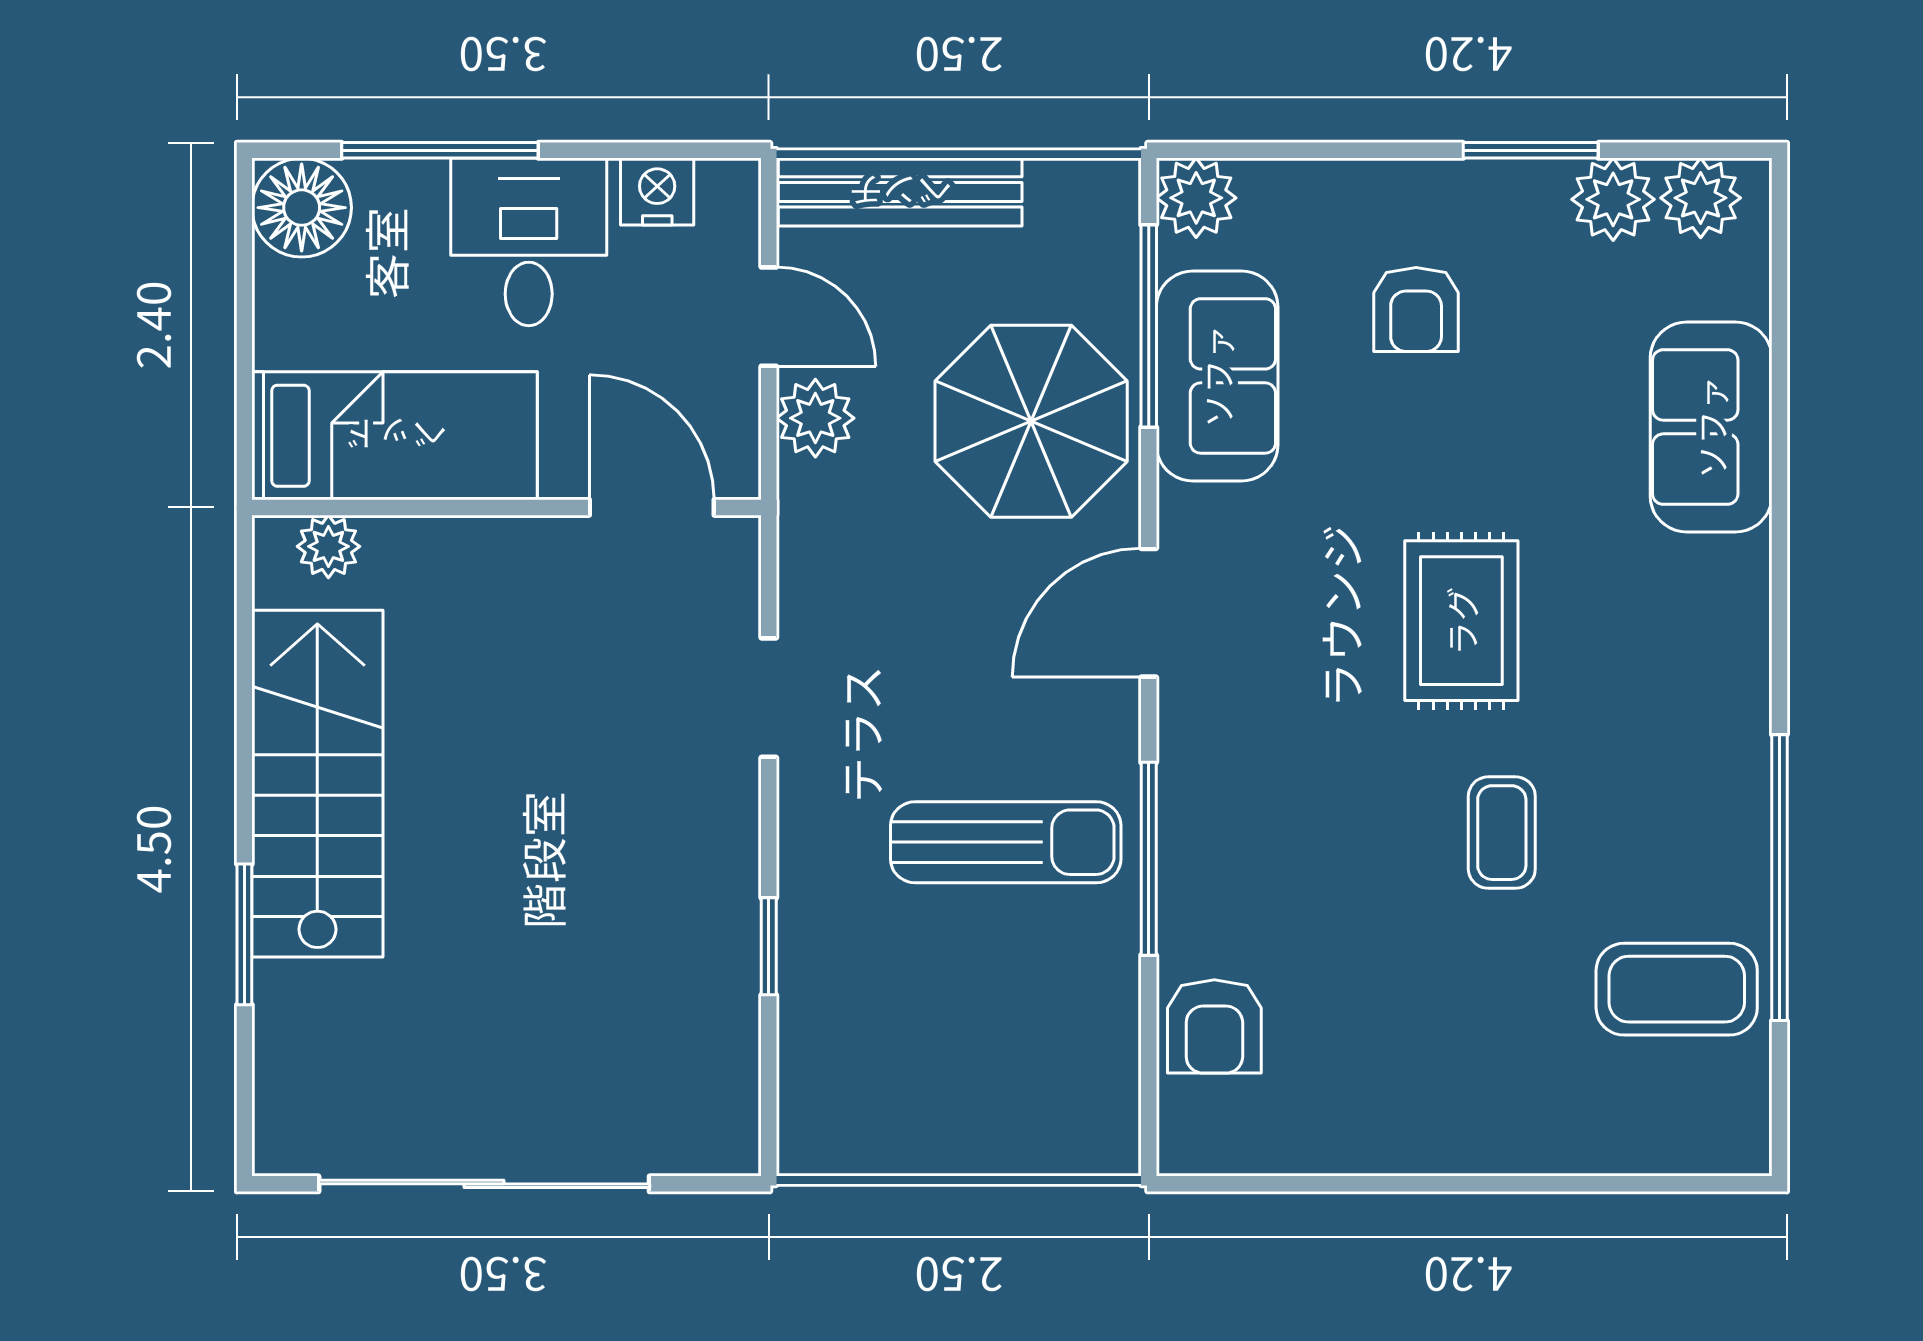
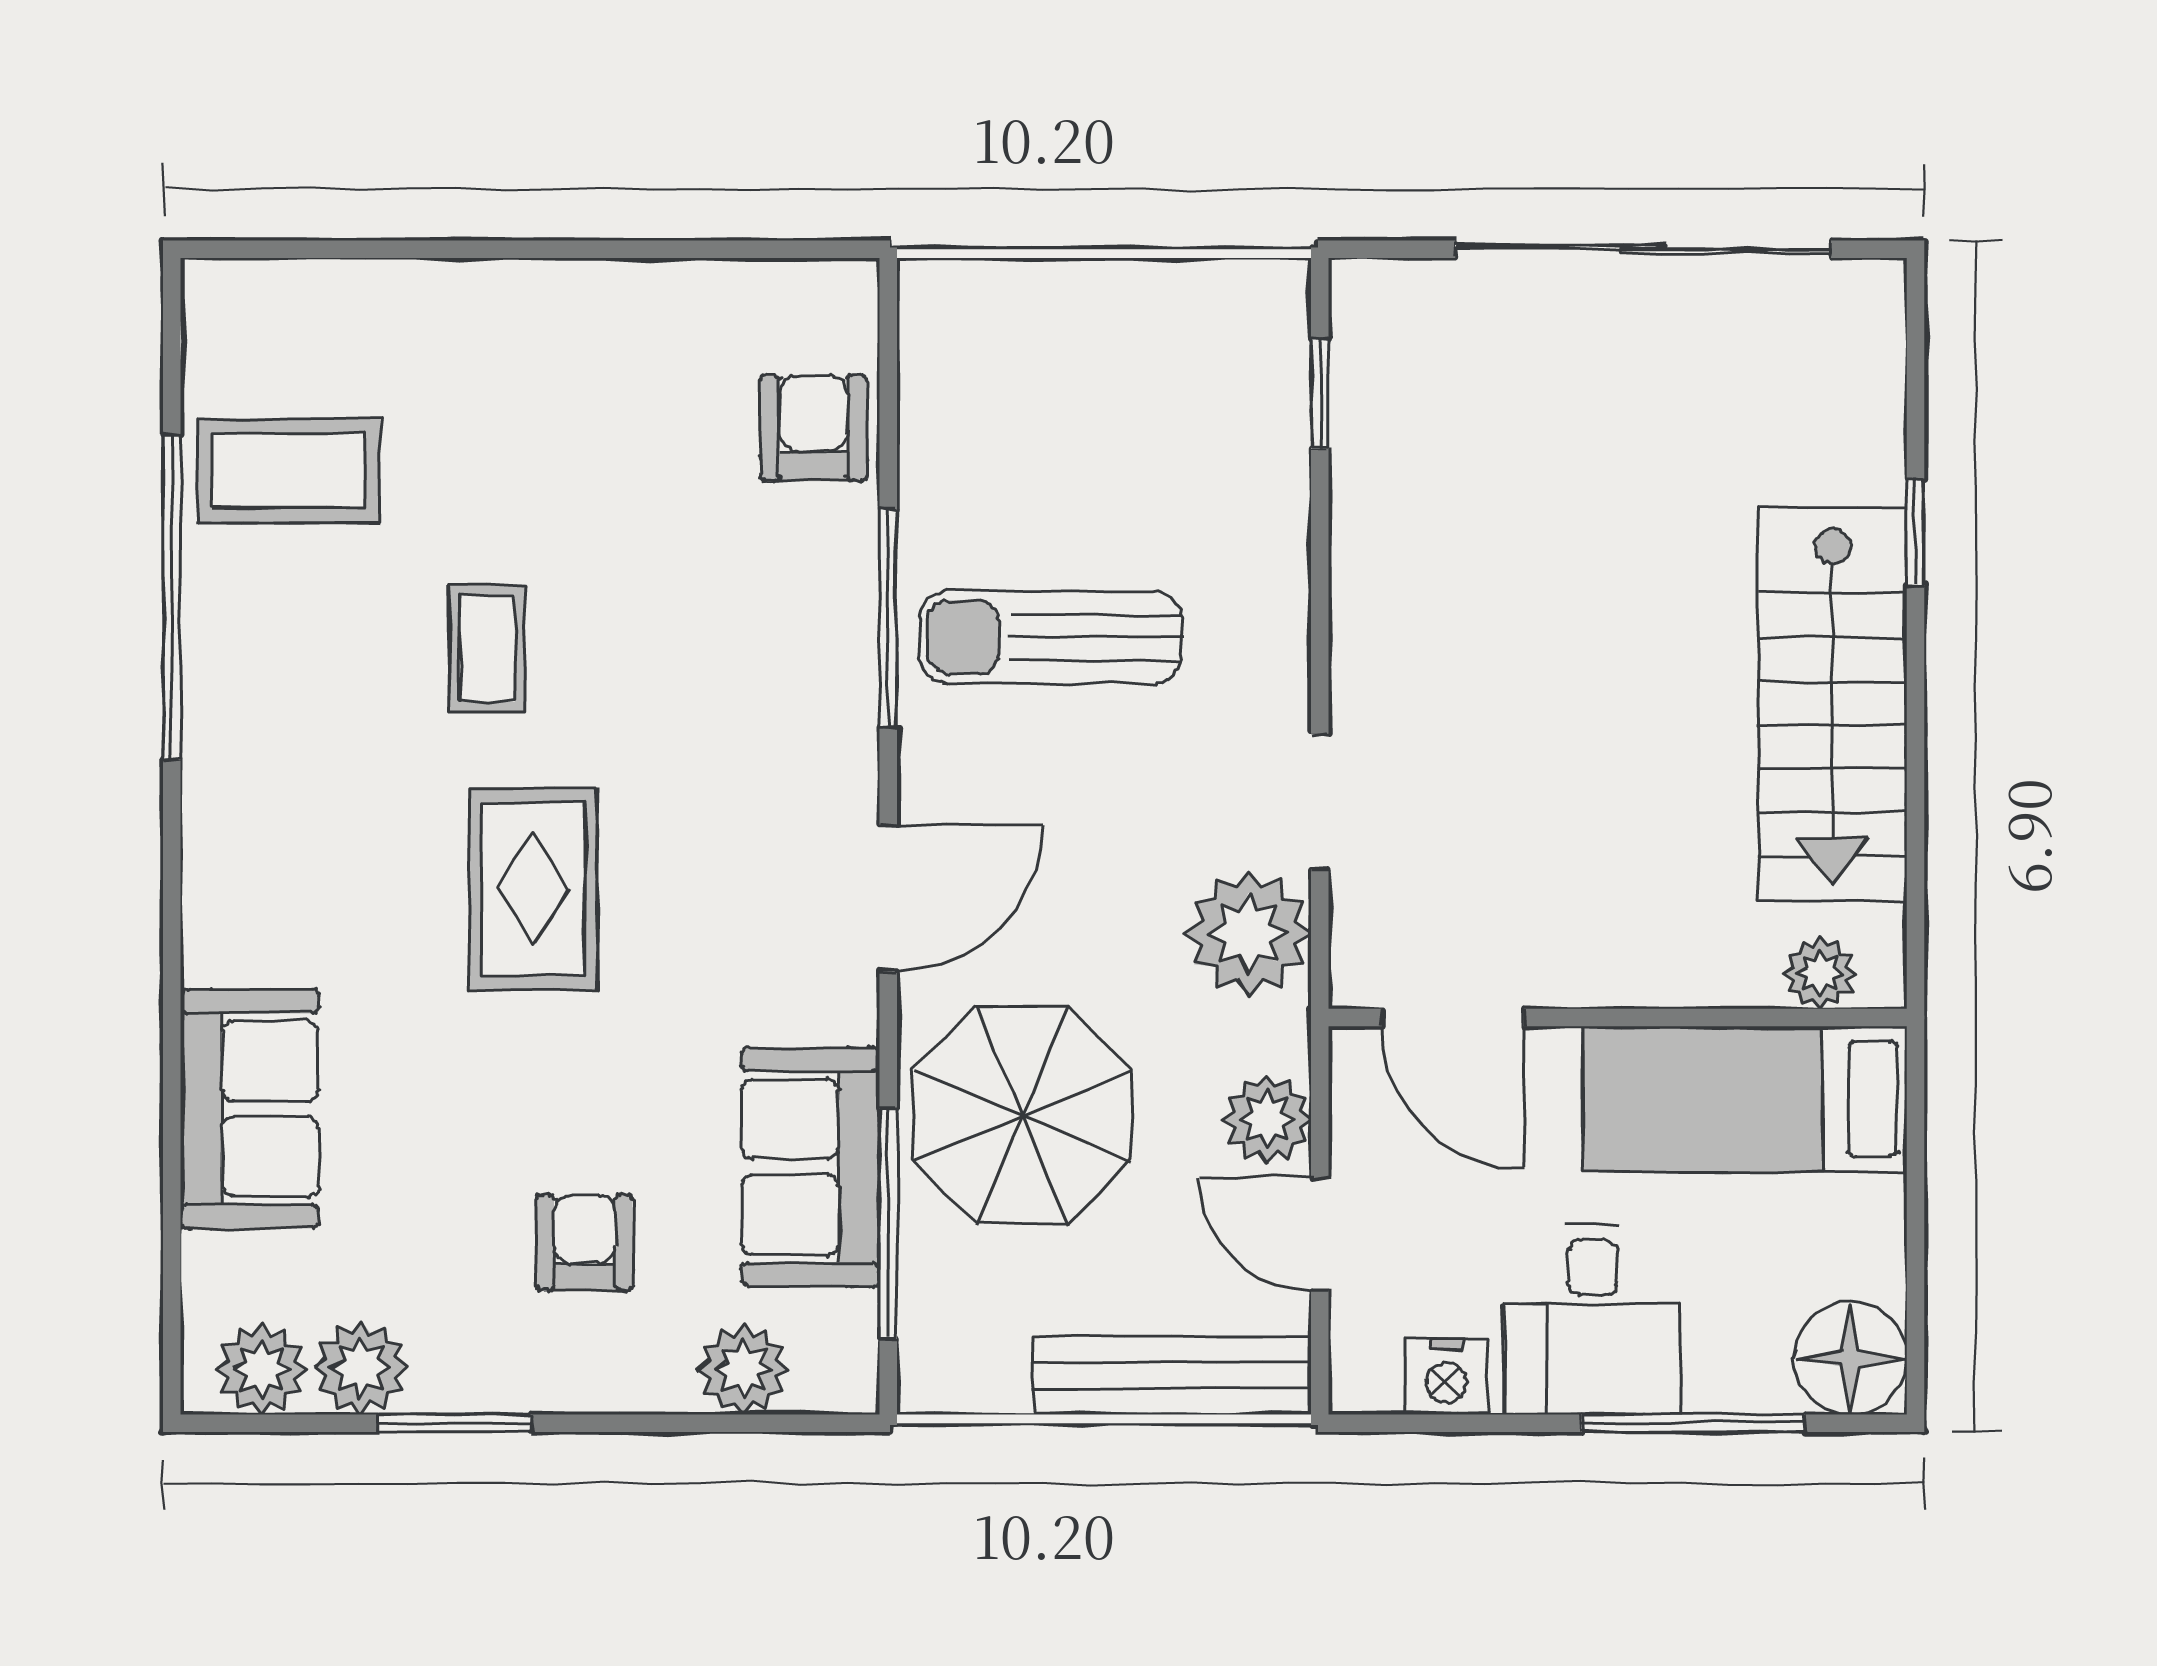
plant: (1196, 198) -> (743, 1369), moved
plant: (831, 582) -> (1249, 933), added
window: (244, 934) -> (1915, 533), width x0.67
window: (769, 946) -> (1320, 393), moved

